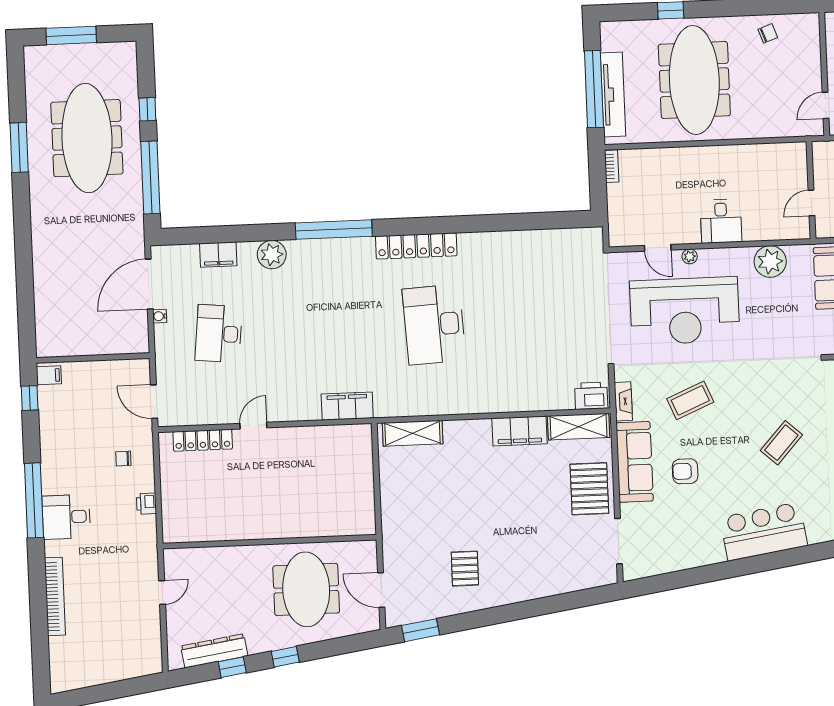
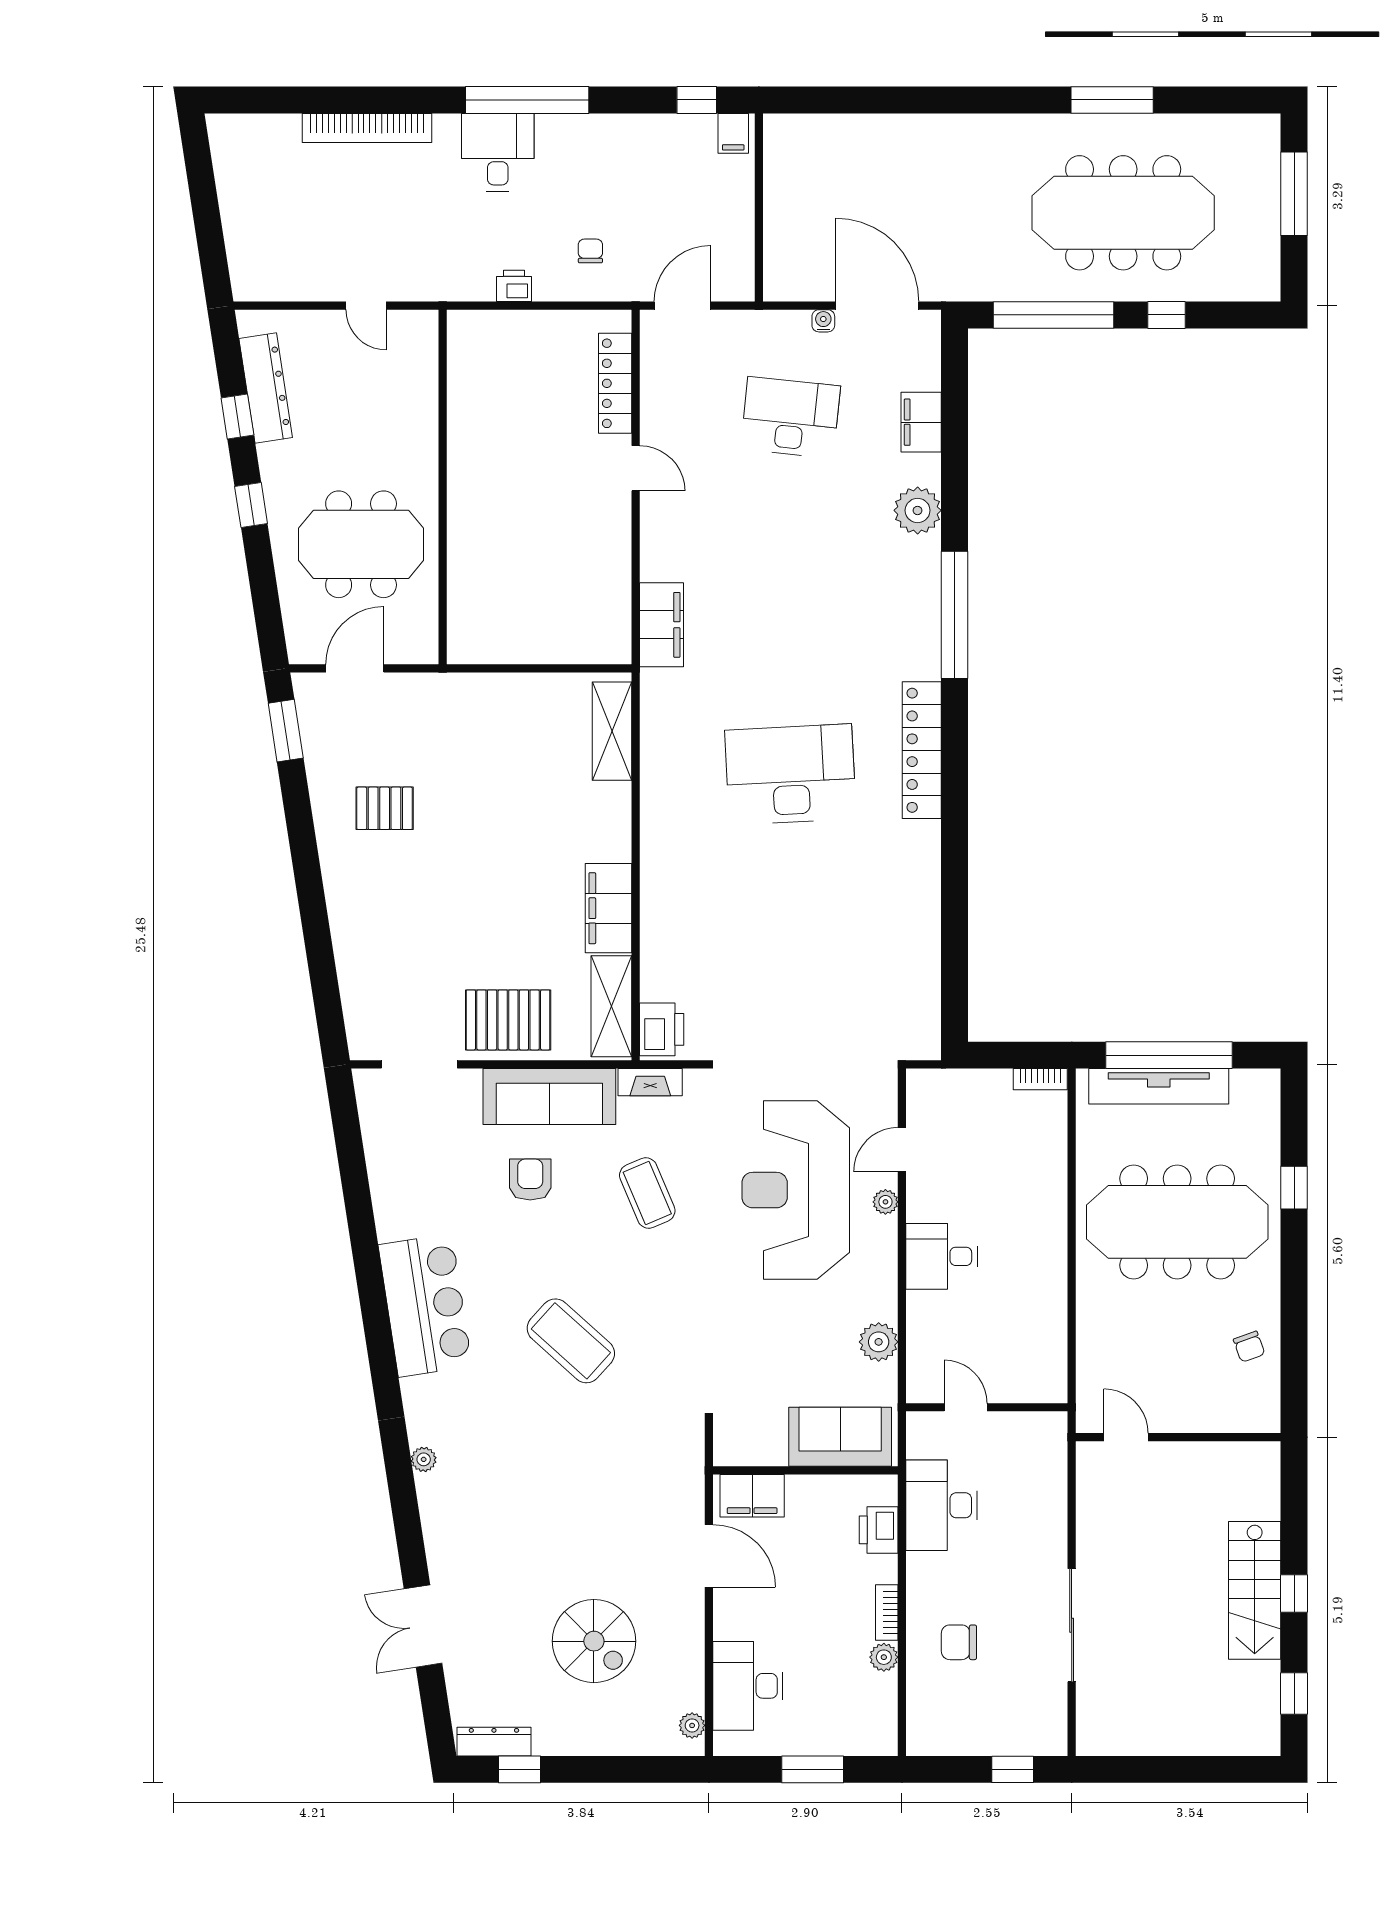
plant: (770, 261) -> (879, 1342), width x0.73, depth x0.73
coffee table: (781, 443) -> (571, 1341), width x1.36, depth x1.32

